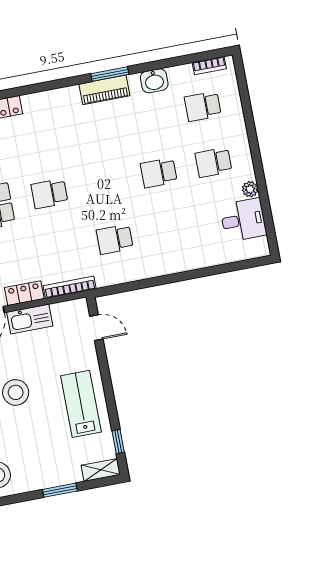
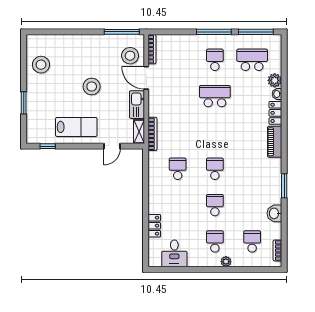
piano: (104, 90) -> (275, 142), moved
plant: (250, 189) -> (226, 262), moved
school desk: (49, 194) -> (215, 169), moved
locker: (24, 293) -> (154, 226), moved
door: (96, 328) -> (112, 146), moved
shelving: (101, 470) -> (139, 132), moved

